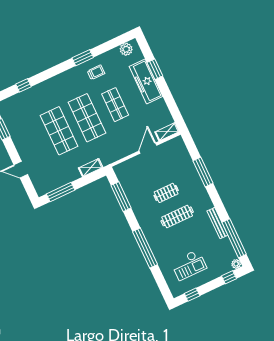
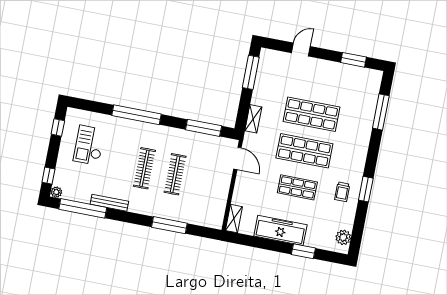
freezer: (146, 81) -> (280, 230), moved
window: (24, 85) -> (381, 112), width x2.17
door: (148, 148) -> (237, 158), moved
clothes rail: (166, 193) -> (175, 174), width x1.36

